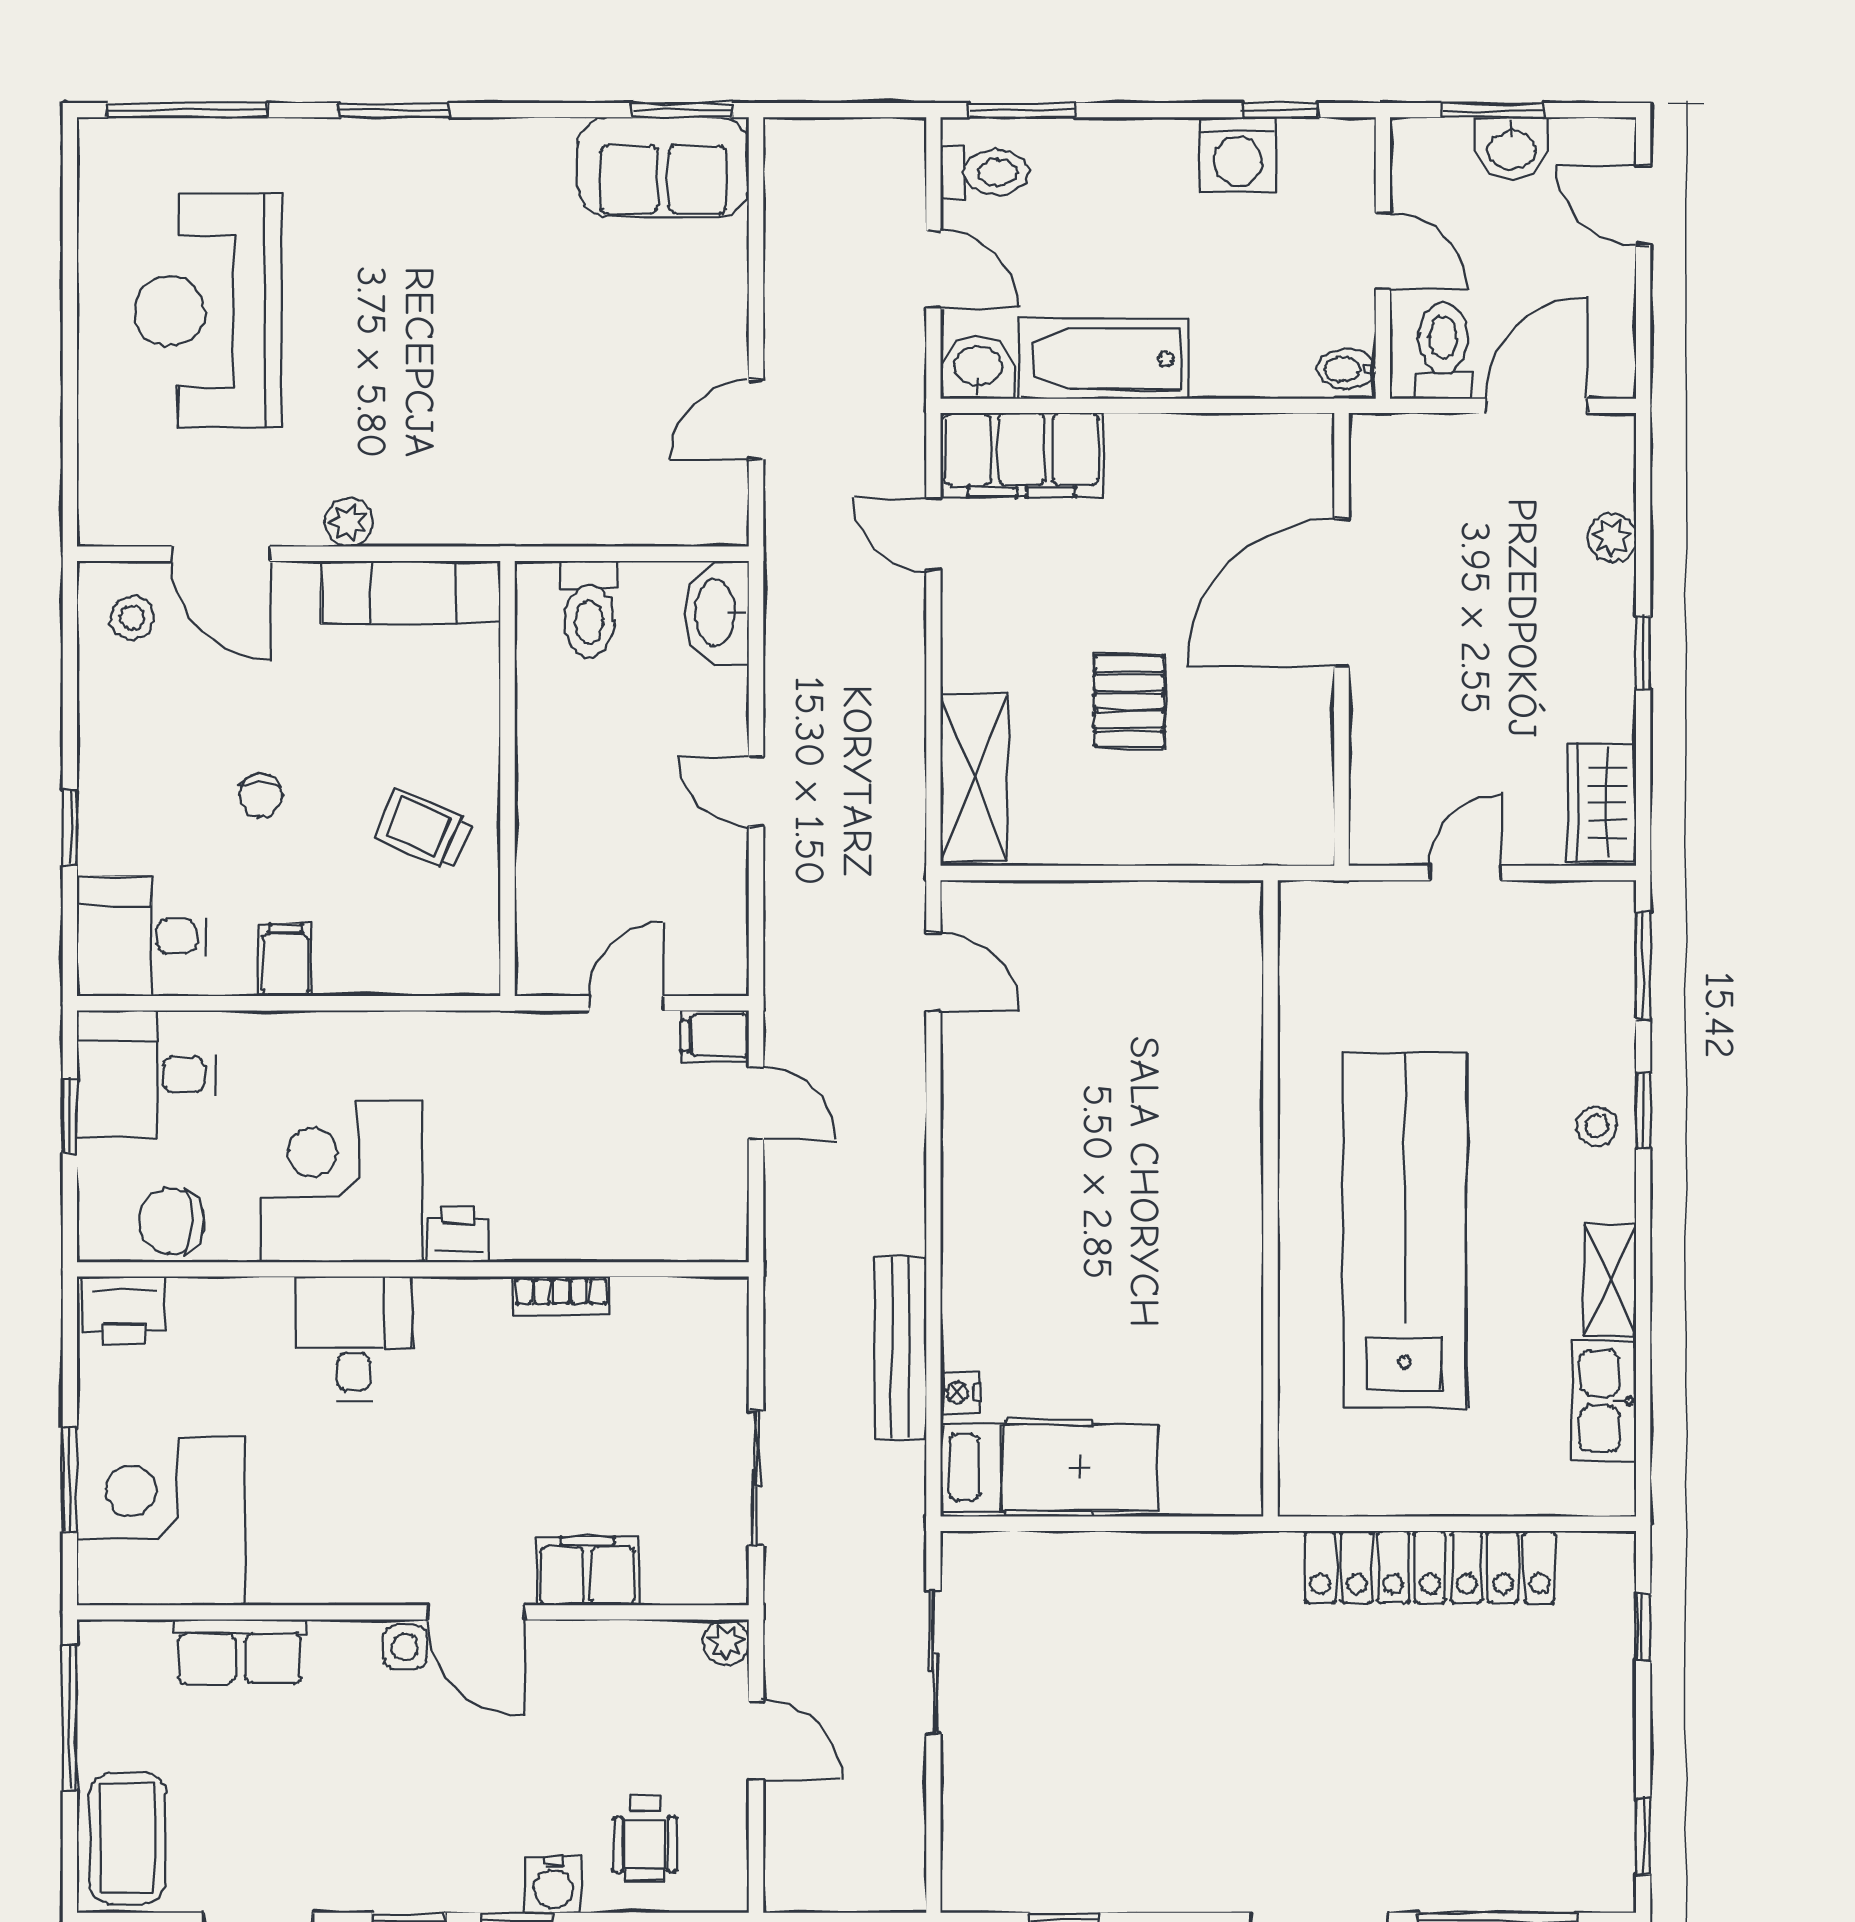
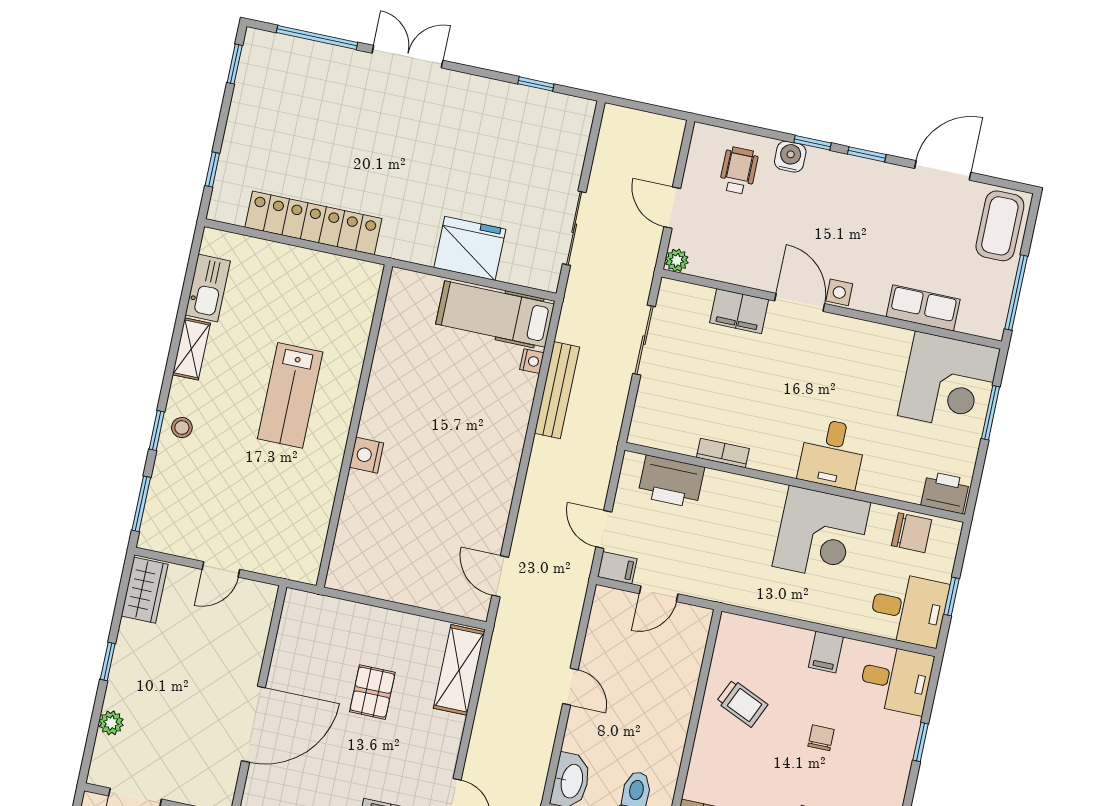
nightstand: (1236, 1148) -> (366, 455), added
lab bench: (1405, 1231) -> (290, 395), width x0.54, depth x0.72
printer: (458, 1234) -> (671, 482), moved, width x1.87, depth x1.48
fridge: (1123, 1582) -> (470, 248), added

